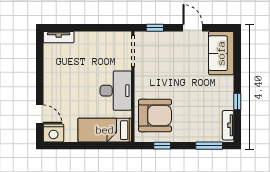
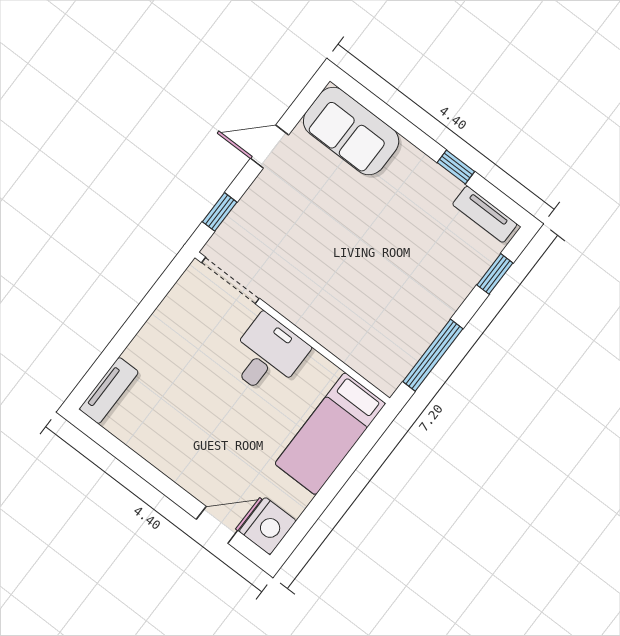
desk: (116, 91) -> (267, 355), width x0.73
armchair: (155, 115) -> (371, 328), removed
window: (162, 146) -> (433, 355), width x2.17
window: (209, 146) -> (495, 274), width x0.67

